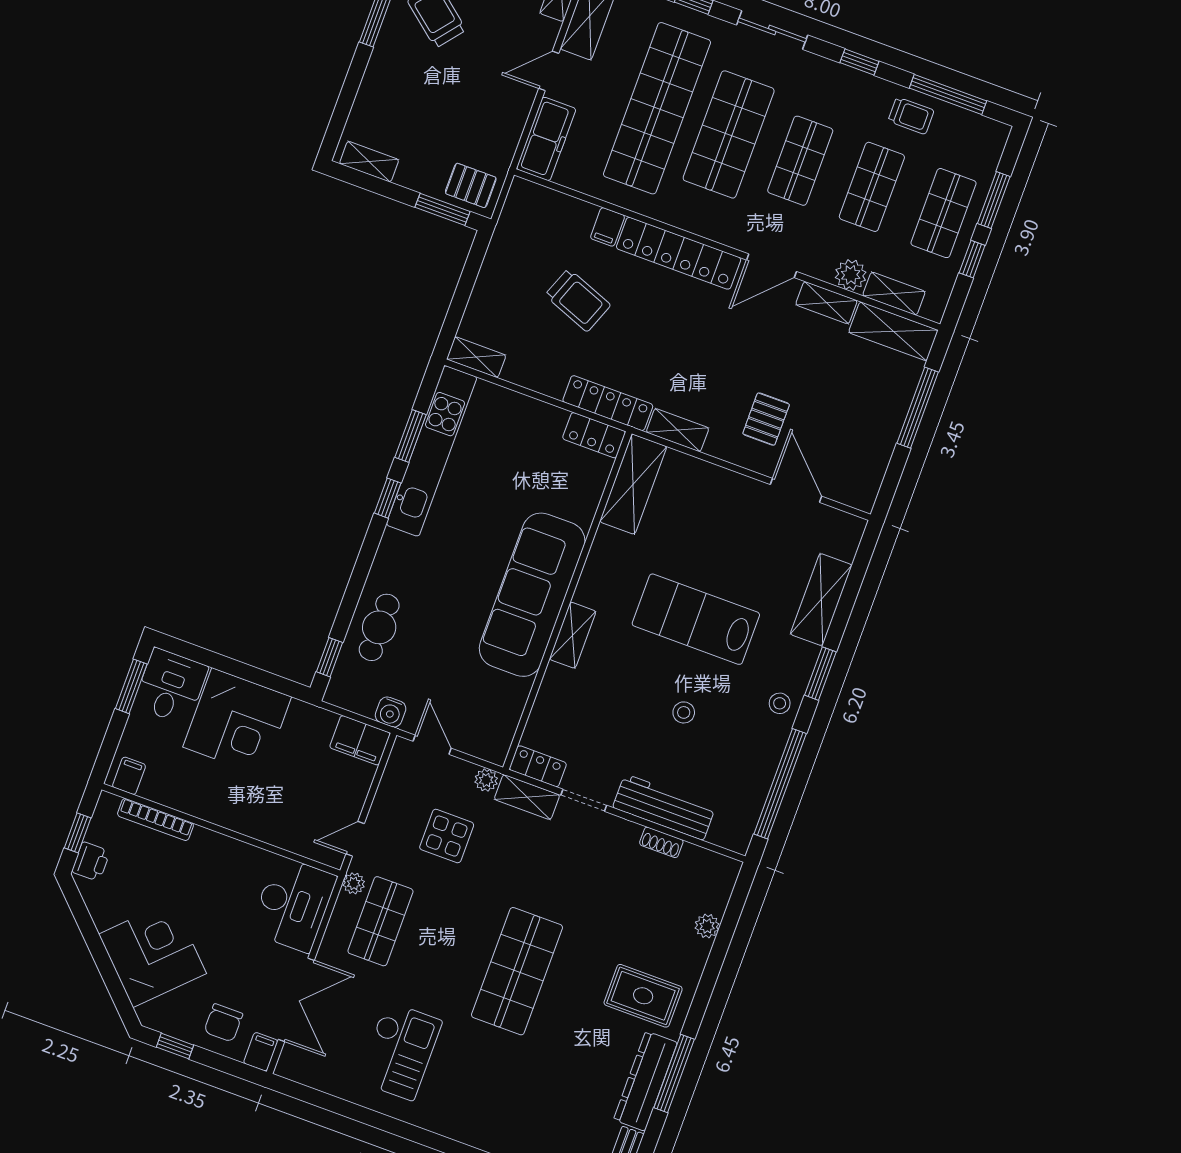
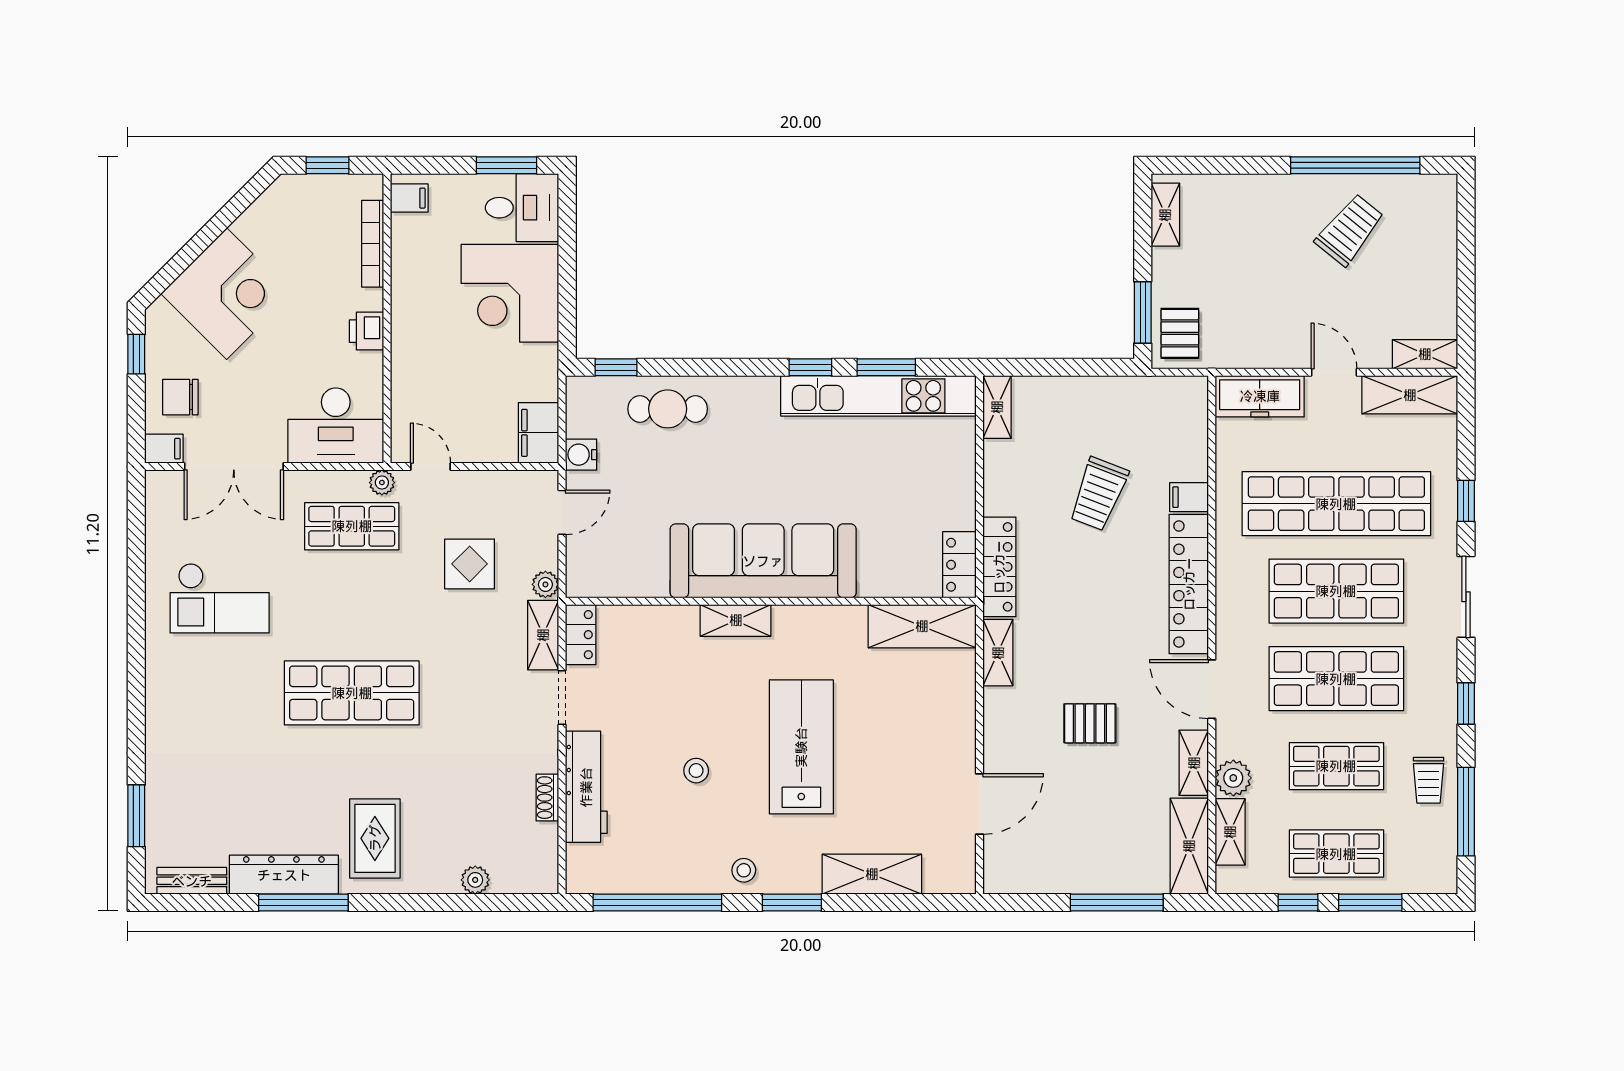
shop shelf: (800, 161) -> (1336, 679), width x1.43, depth x1.36
pallet: (766, 419) -> (1090, 723), moved
printer: (91, 862) -> (367, 331), moved, turned 90

